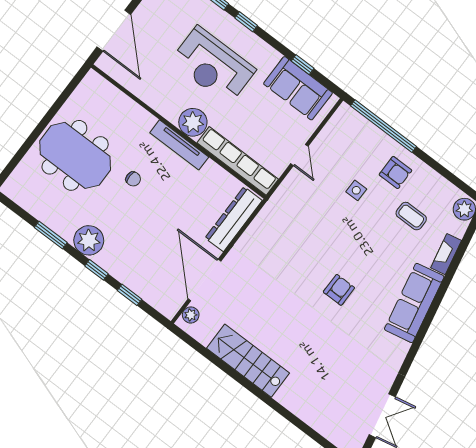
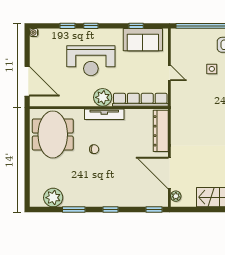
meeting table: (75, 155) -> (53, 134), moved, turned 90
plant: (89, 240) -> (53, 198), moved
window: (130, 295) -> (154, 209), moved

